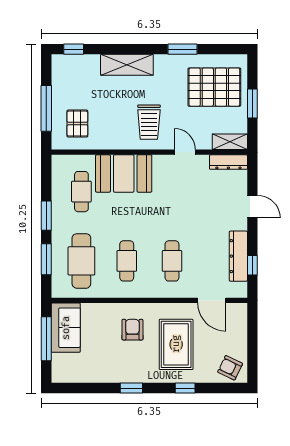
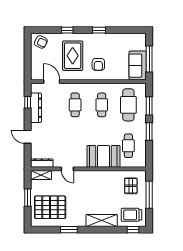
trolley: (149, 122) -> (132, 215), moved, turned -90

